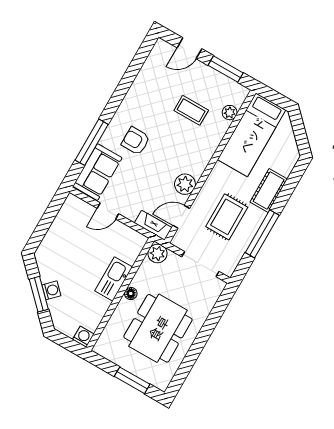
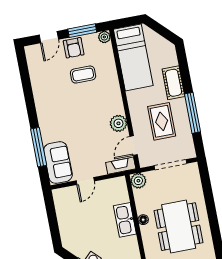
plant: (230, 113) -> (104, 37), moved
armchair: (136, 141) -> (74, 48), moved, turned -90

